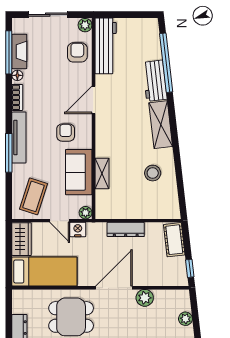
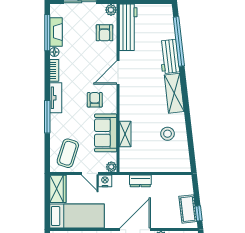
armchair: (77, 52) -> (105, 33), turned 180
tv unit: (19, 138) -> (56, 98), width x0.71
dresser: (126, 229) -> (140, 181), width x0.70
cot: (174, 240) -> (188, 209), moved

